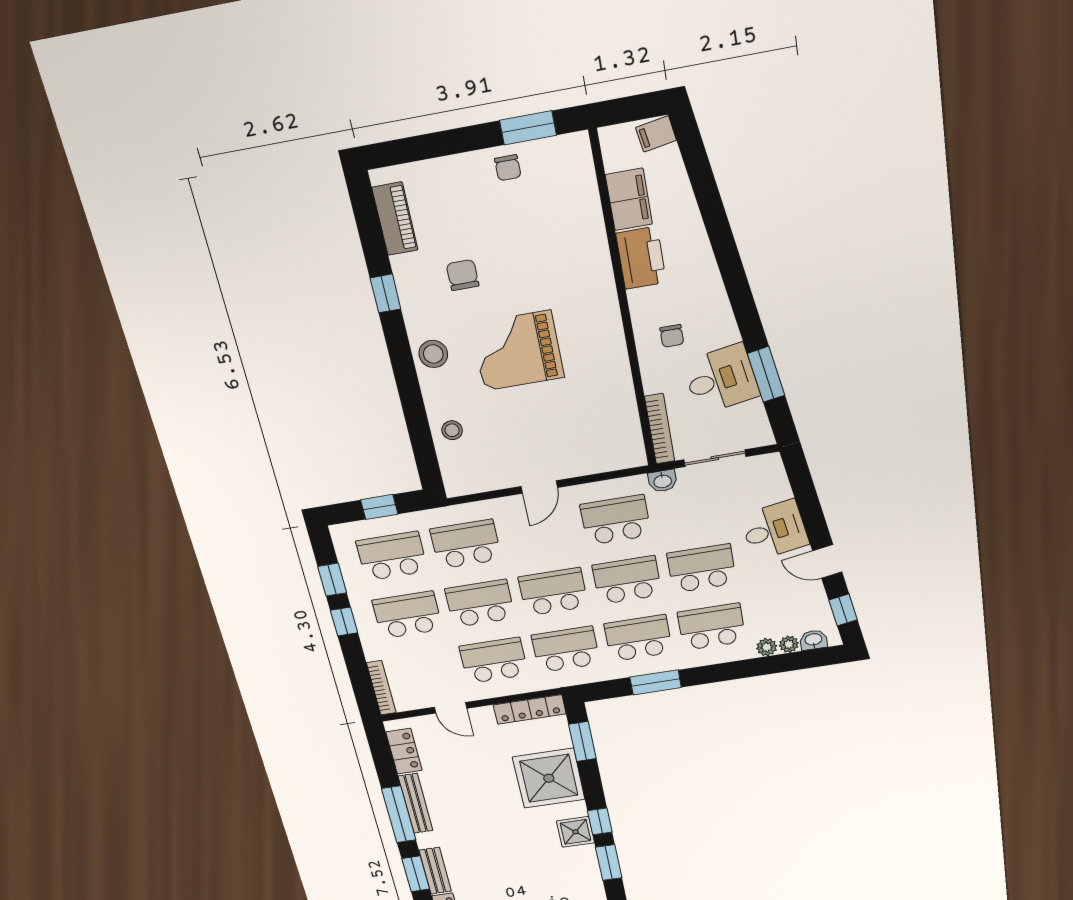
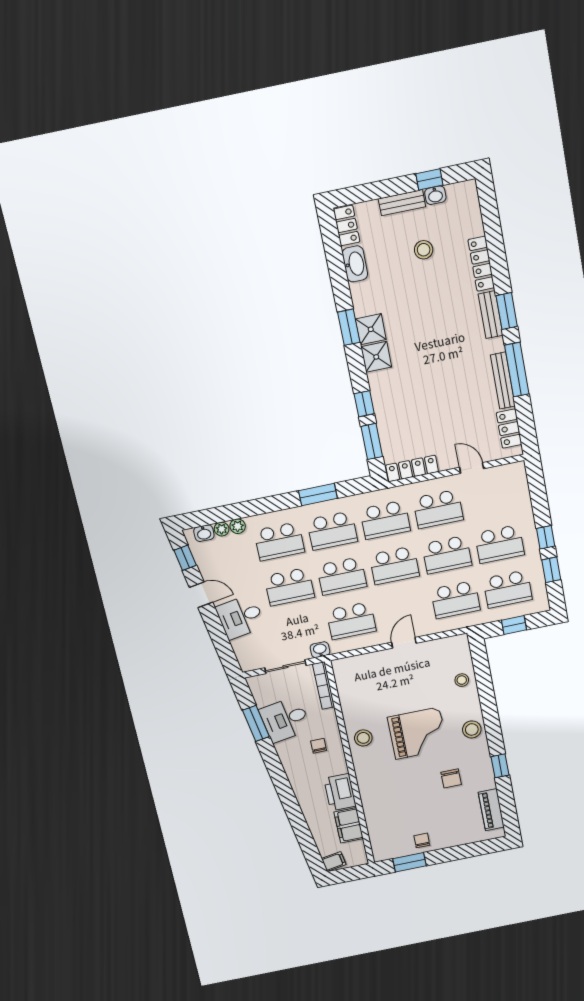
stool: (602, 346) -> (363, 738), added
bookcase: (381, 688) -> (523, 483), removed
shower: (549, 778) -> (371, 329), moved, width x0.54, depth x0.54
window: (600, 821) -> (364, 404), moved

